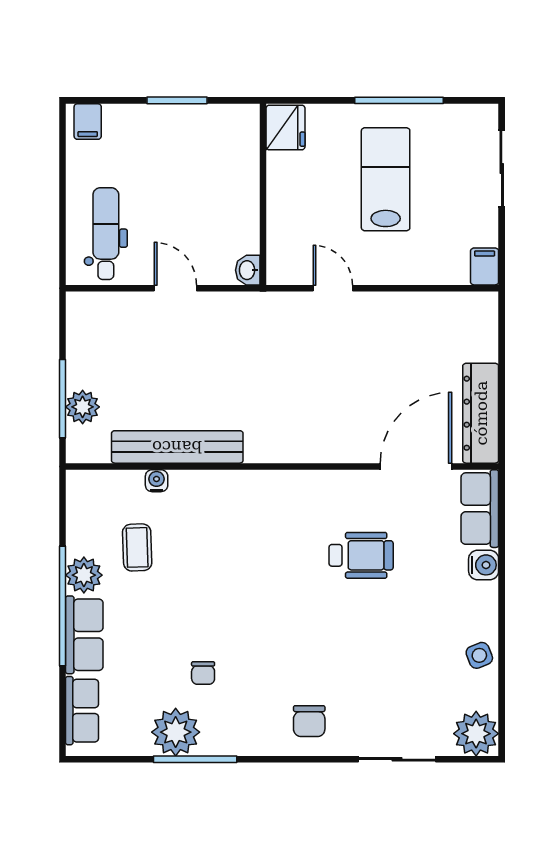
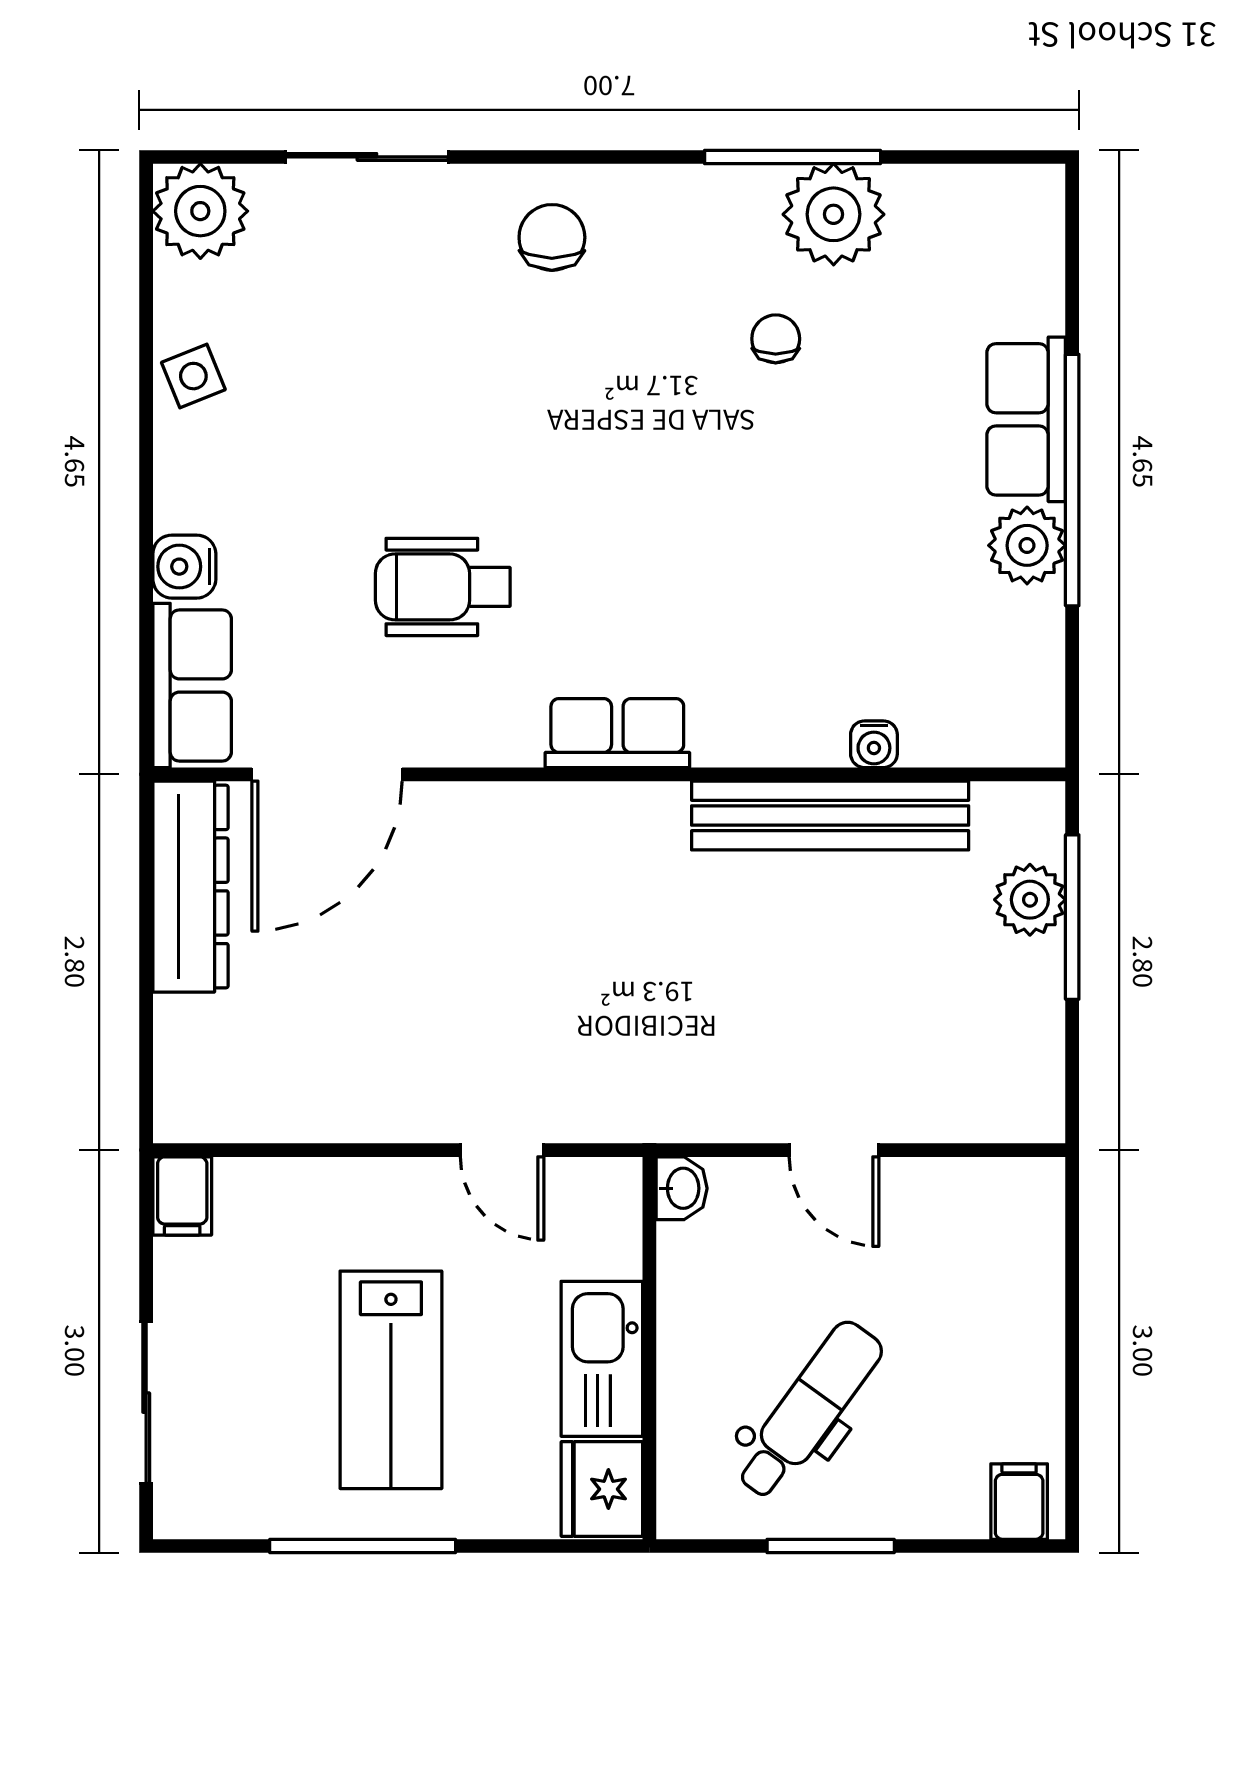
kitchen sink: (286, 189) -> (602, 1359), added
dental chair: (106, 234) -> (809, 1410), moved, turned -144
coffee table: (137, 547) -> (915, 604), removed
row of seats: (82, 711) -> (617, 733), moved, turned 90

